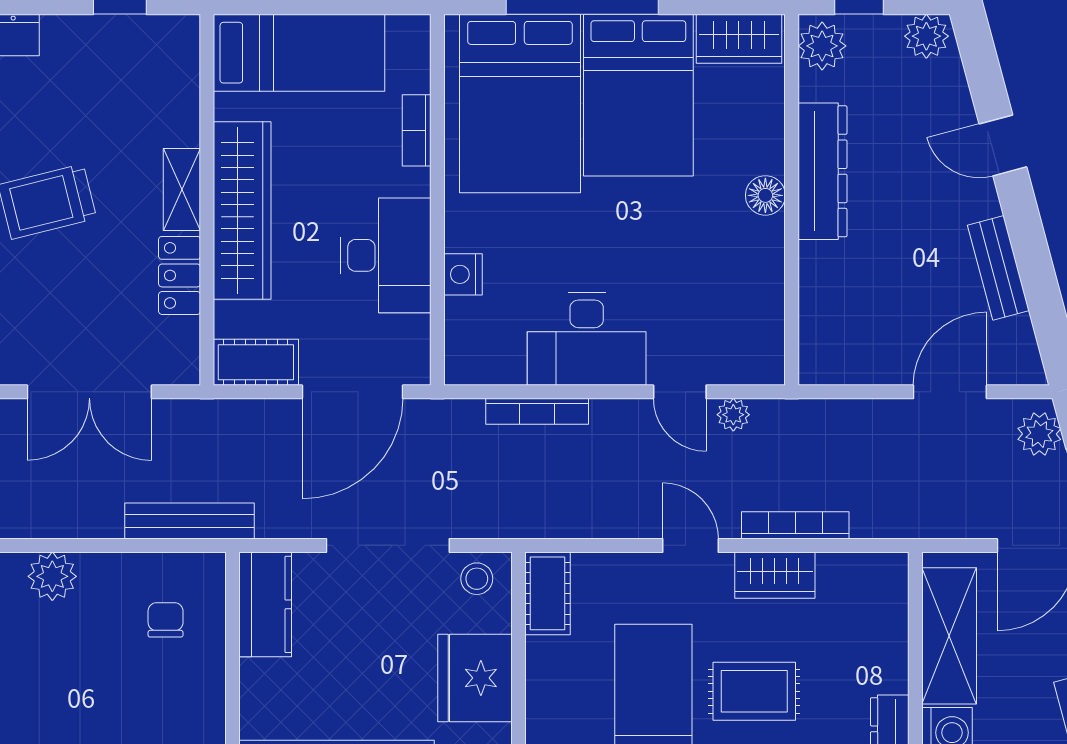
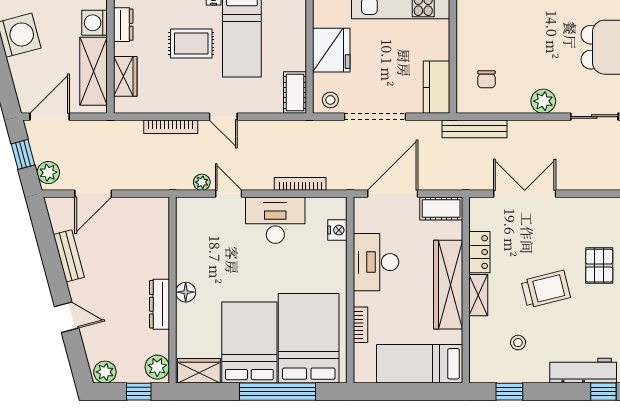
stool: (103, 95) -> (518, 343), added
dresser: (822, 171) -> (159, 304), width x0.73, depth x0.80
nightstand: (463, 274) -> (337, 230), moved
wardrobe: (775, 575) -> (125, 76), moved, turned 90

